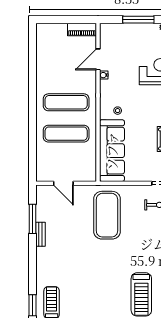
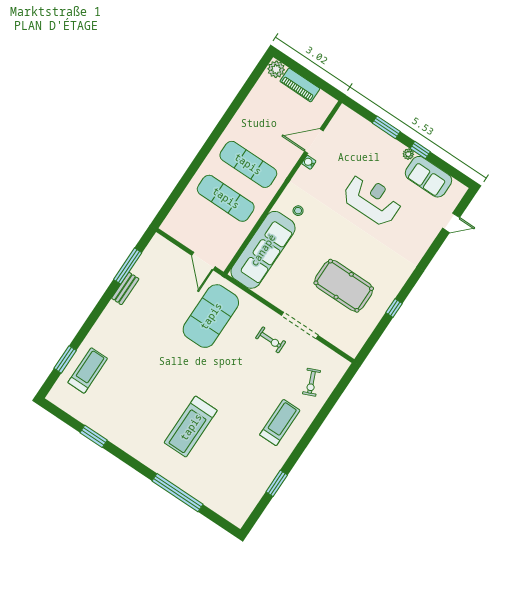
window: (138, 20) -> (386, 127), width x0.69
piano: (82, 29) -> (300, 85), moved
plant: (43, 30) -> (276, 69), added
door: (63, 183) -> (203, 261), moved

